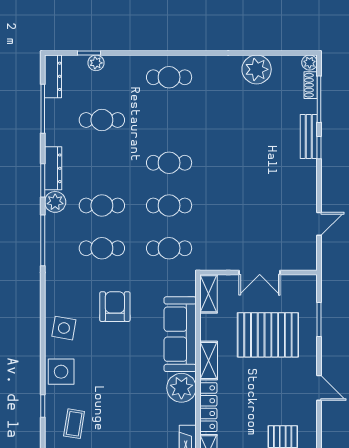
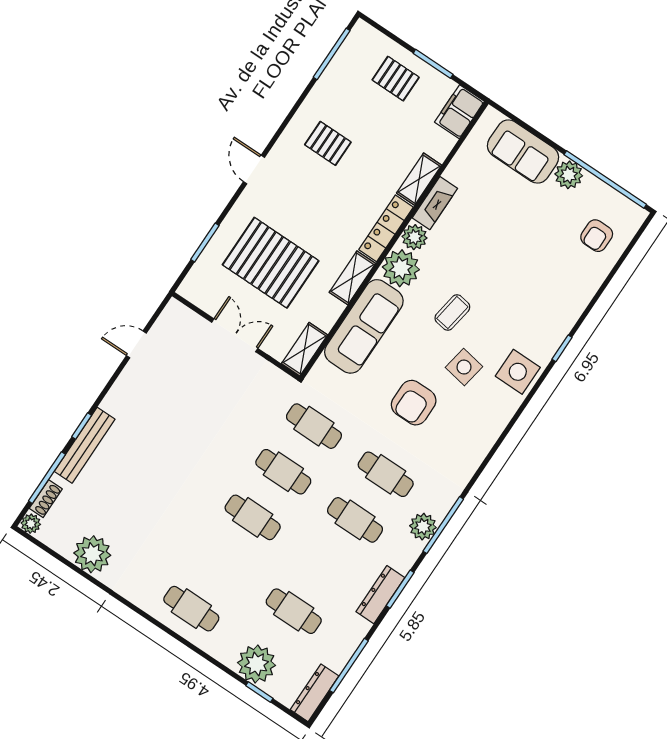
plant: (96, 63) -> (257, 664), width x1.87, depth x1.87
bench: (309, 136) -> (85, 445), width x1.36
plant: (55, 202) -> (423, 527), moved
side table: (64, 328) -> (464, 367), moved
plant: (186, 414) -> (414, 237), added
coffee table: (74, 424) -> (452, 313), moved

